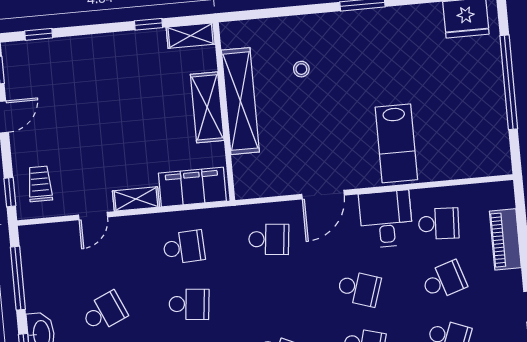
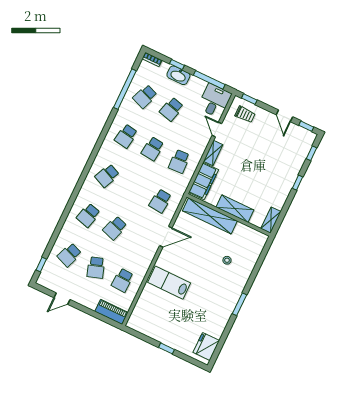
window: (149, 24) -> (298, 183), moved
window: (509, 82) -> (166, 348), width x0.32
shelving: (240, 101) -> (210, 216), moved
door: (323, 195) -> (166, 237), swing flipped
desk: (386, 219) -> (215, 101), moved, turned -90
piano: (505, 239) -> (111, 312), moved
school desk: (104, 312) -> (172, 109), turned 39

